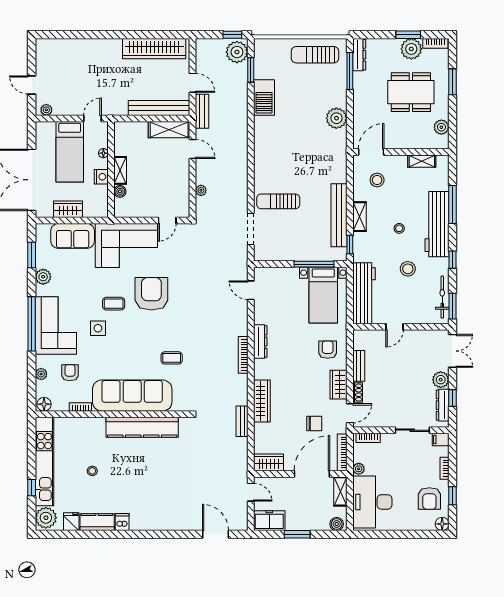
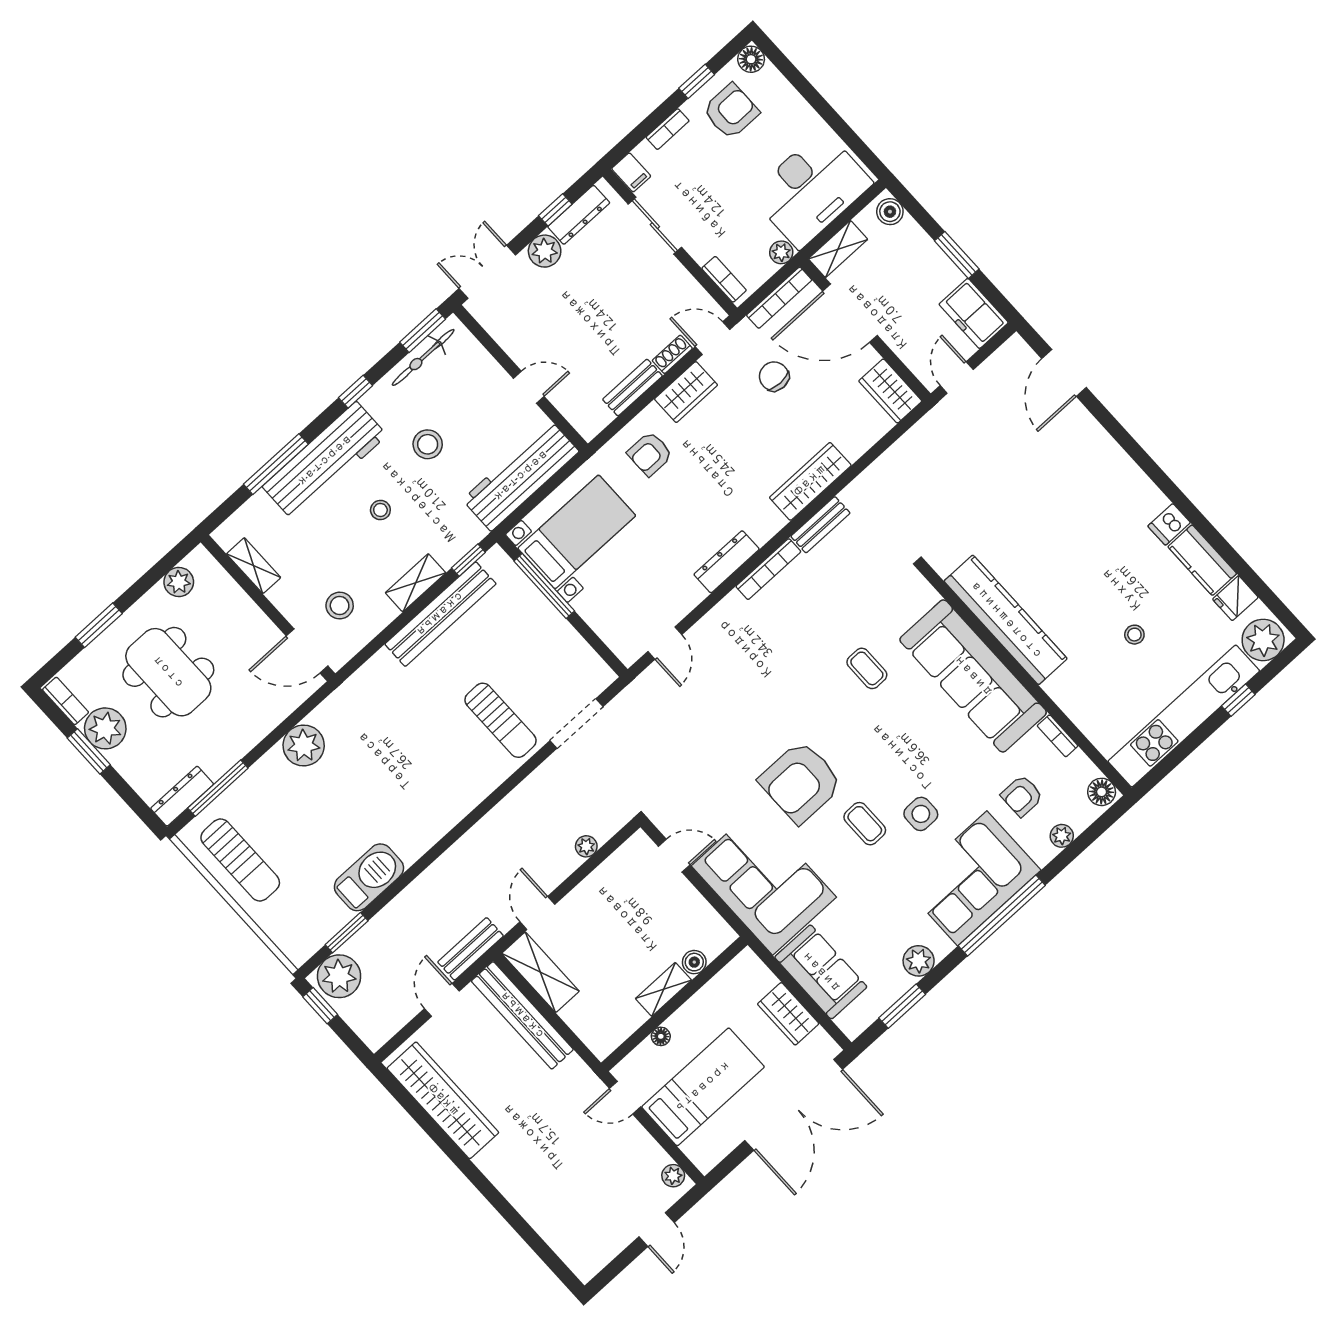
nightstand: (101, 177) -> (698, 1008), removed
bench: (242, 421) -> (820, 525), moved

